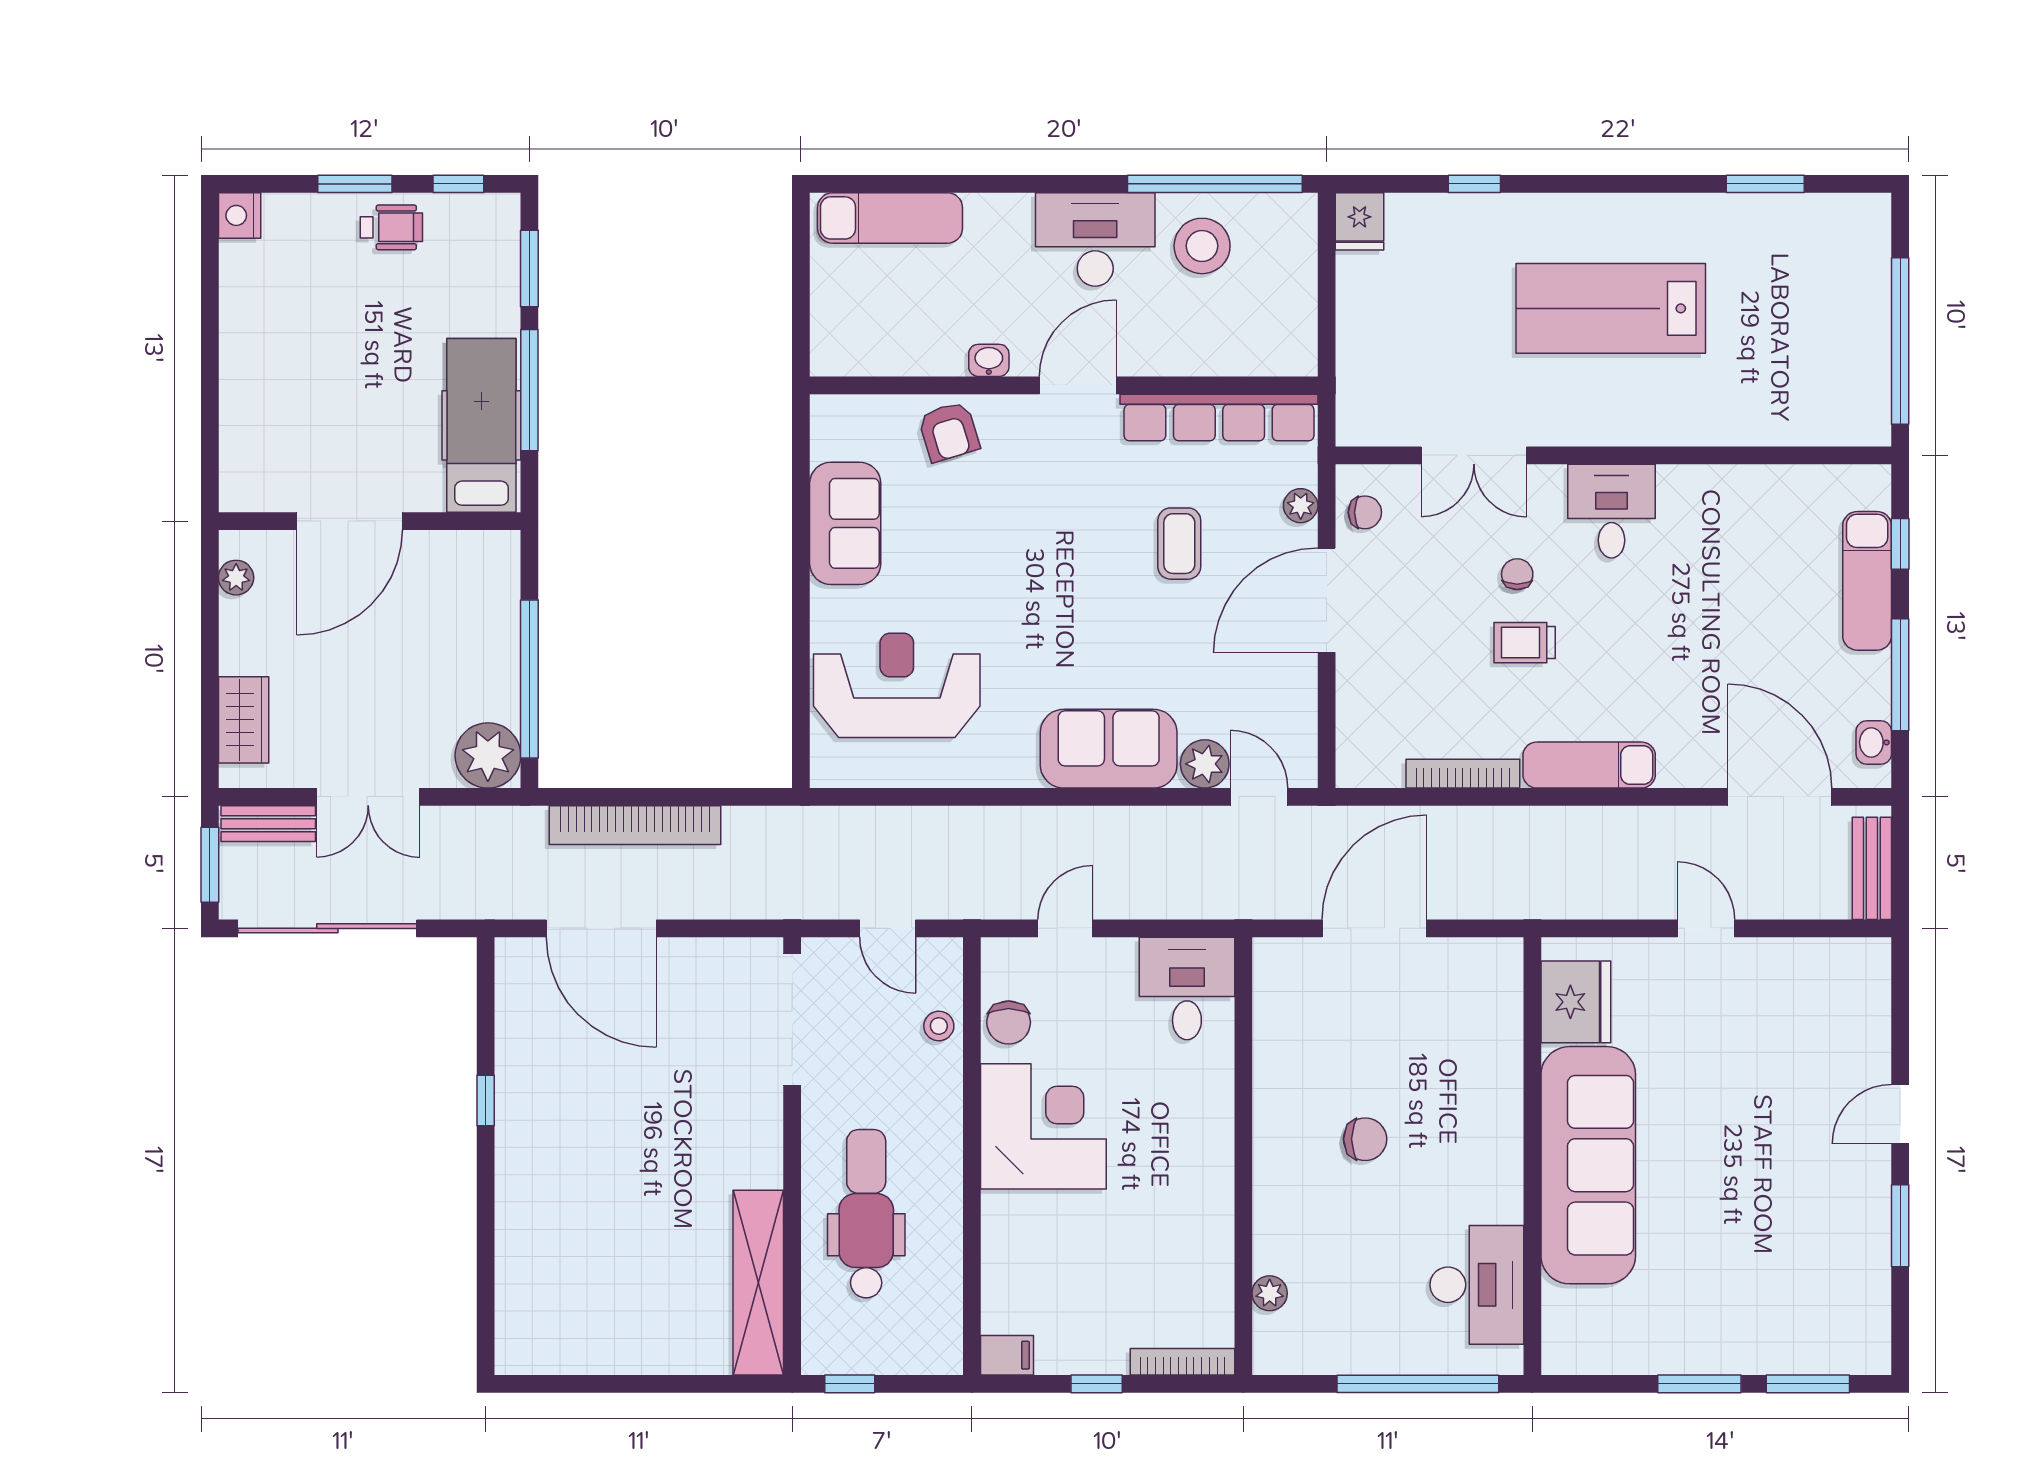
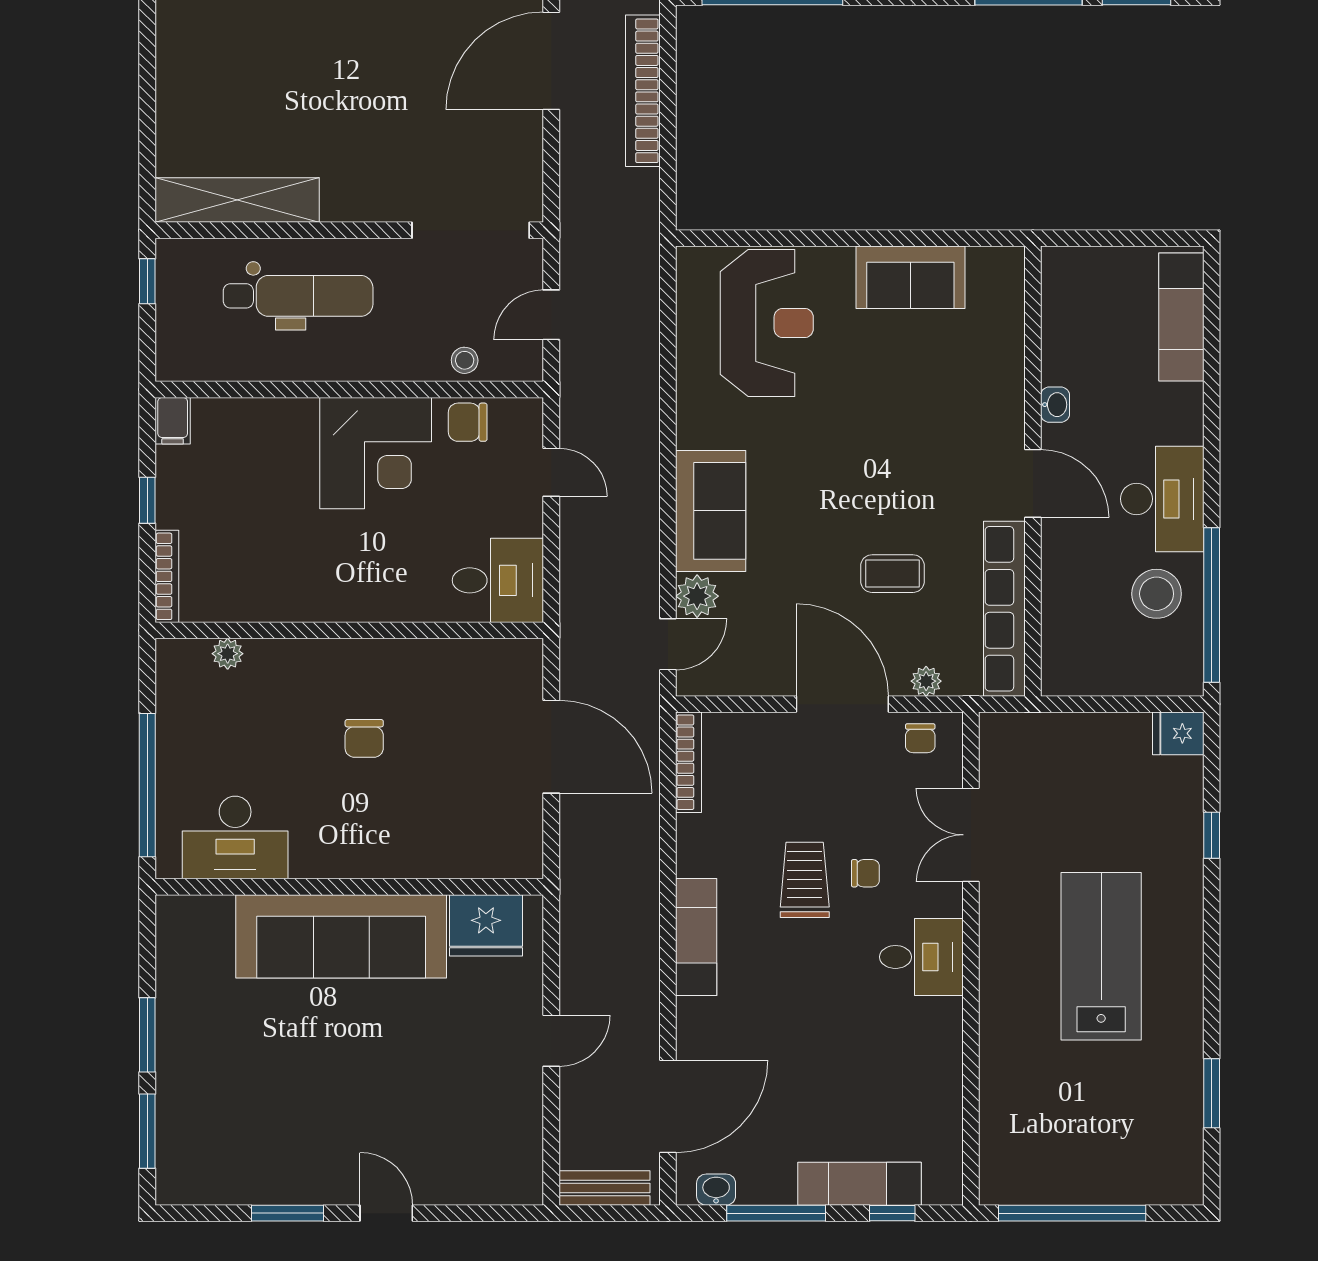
armchair: (949, 432) -> (992, 369), removed
trolley: (1525, 643) -> (805, 880), width x1.36, depth x1.39
bookcase: (1463, 774) -> (688, 762), moved

